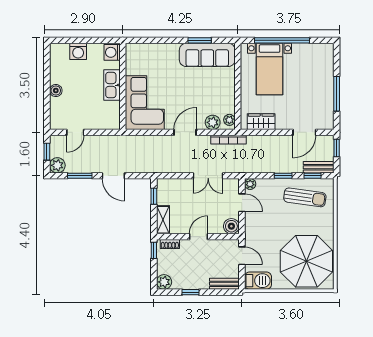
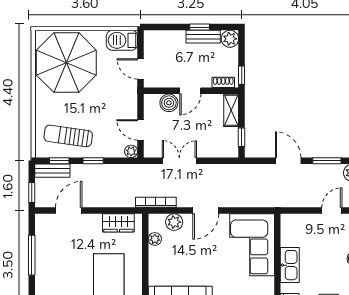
plant: (229, 120) -> (155, 239), moved
boiler: (231, 226) -> (169, 103), moved
bench: (224, 284) -> (203, 37), moved

